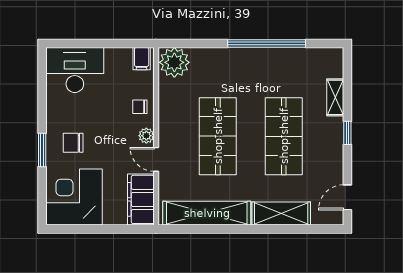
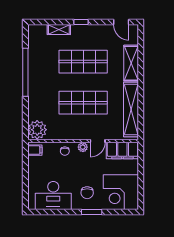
desk: (75, 70) -> (53, 195), moved, turned -90

